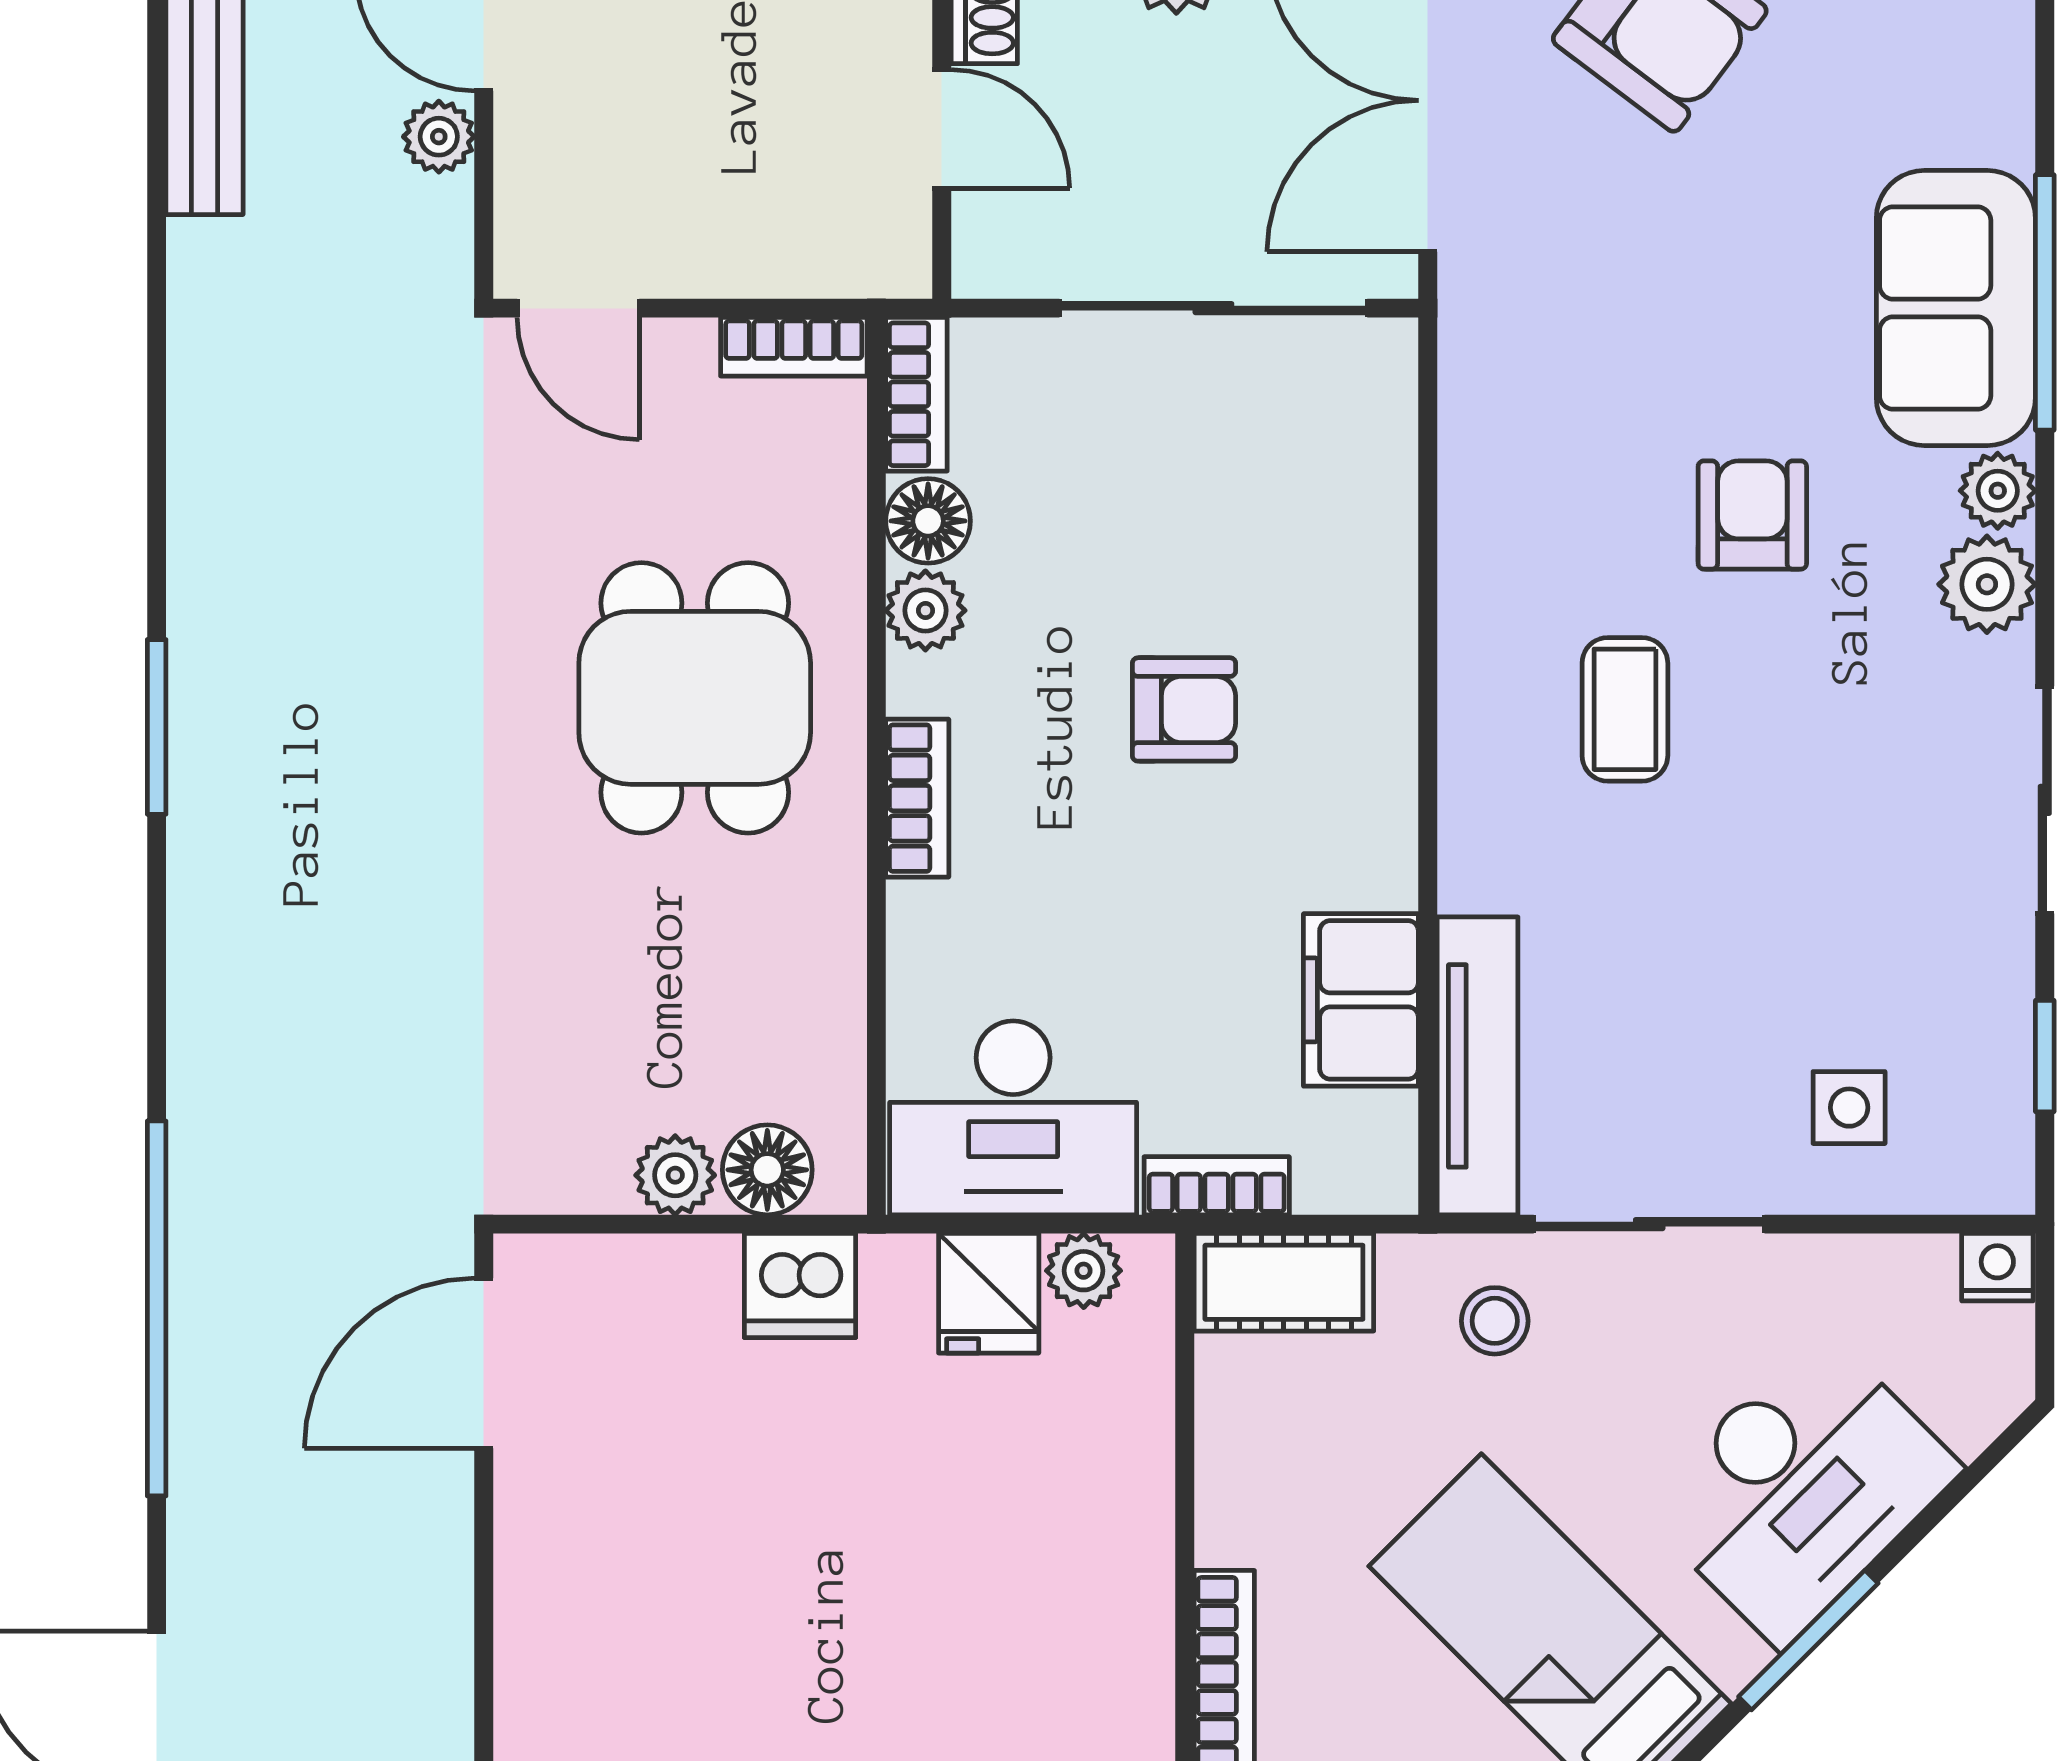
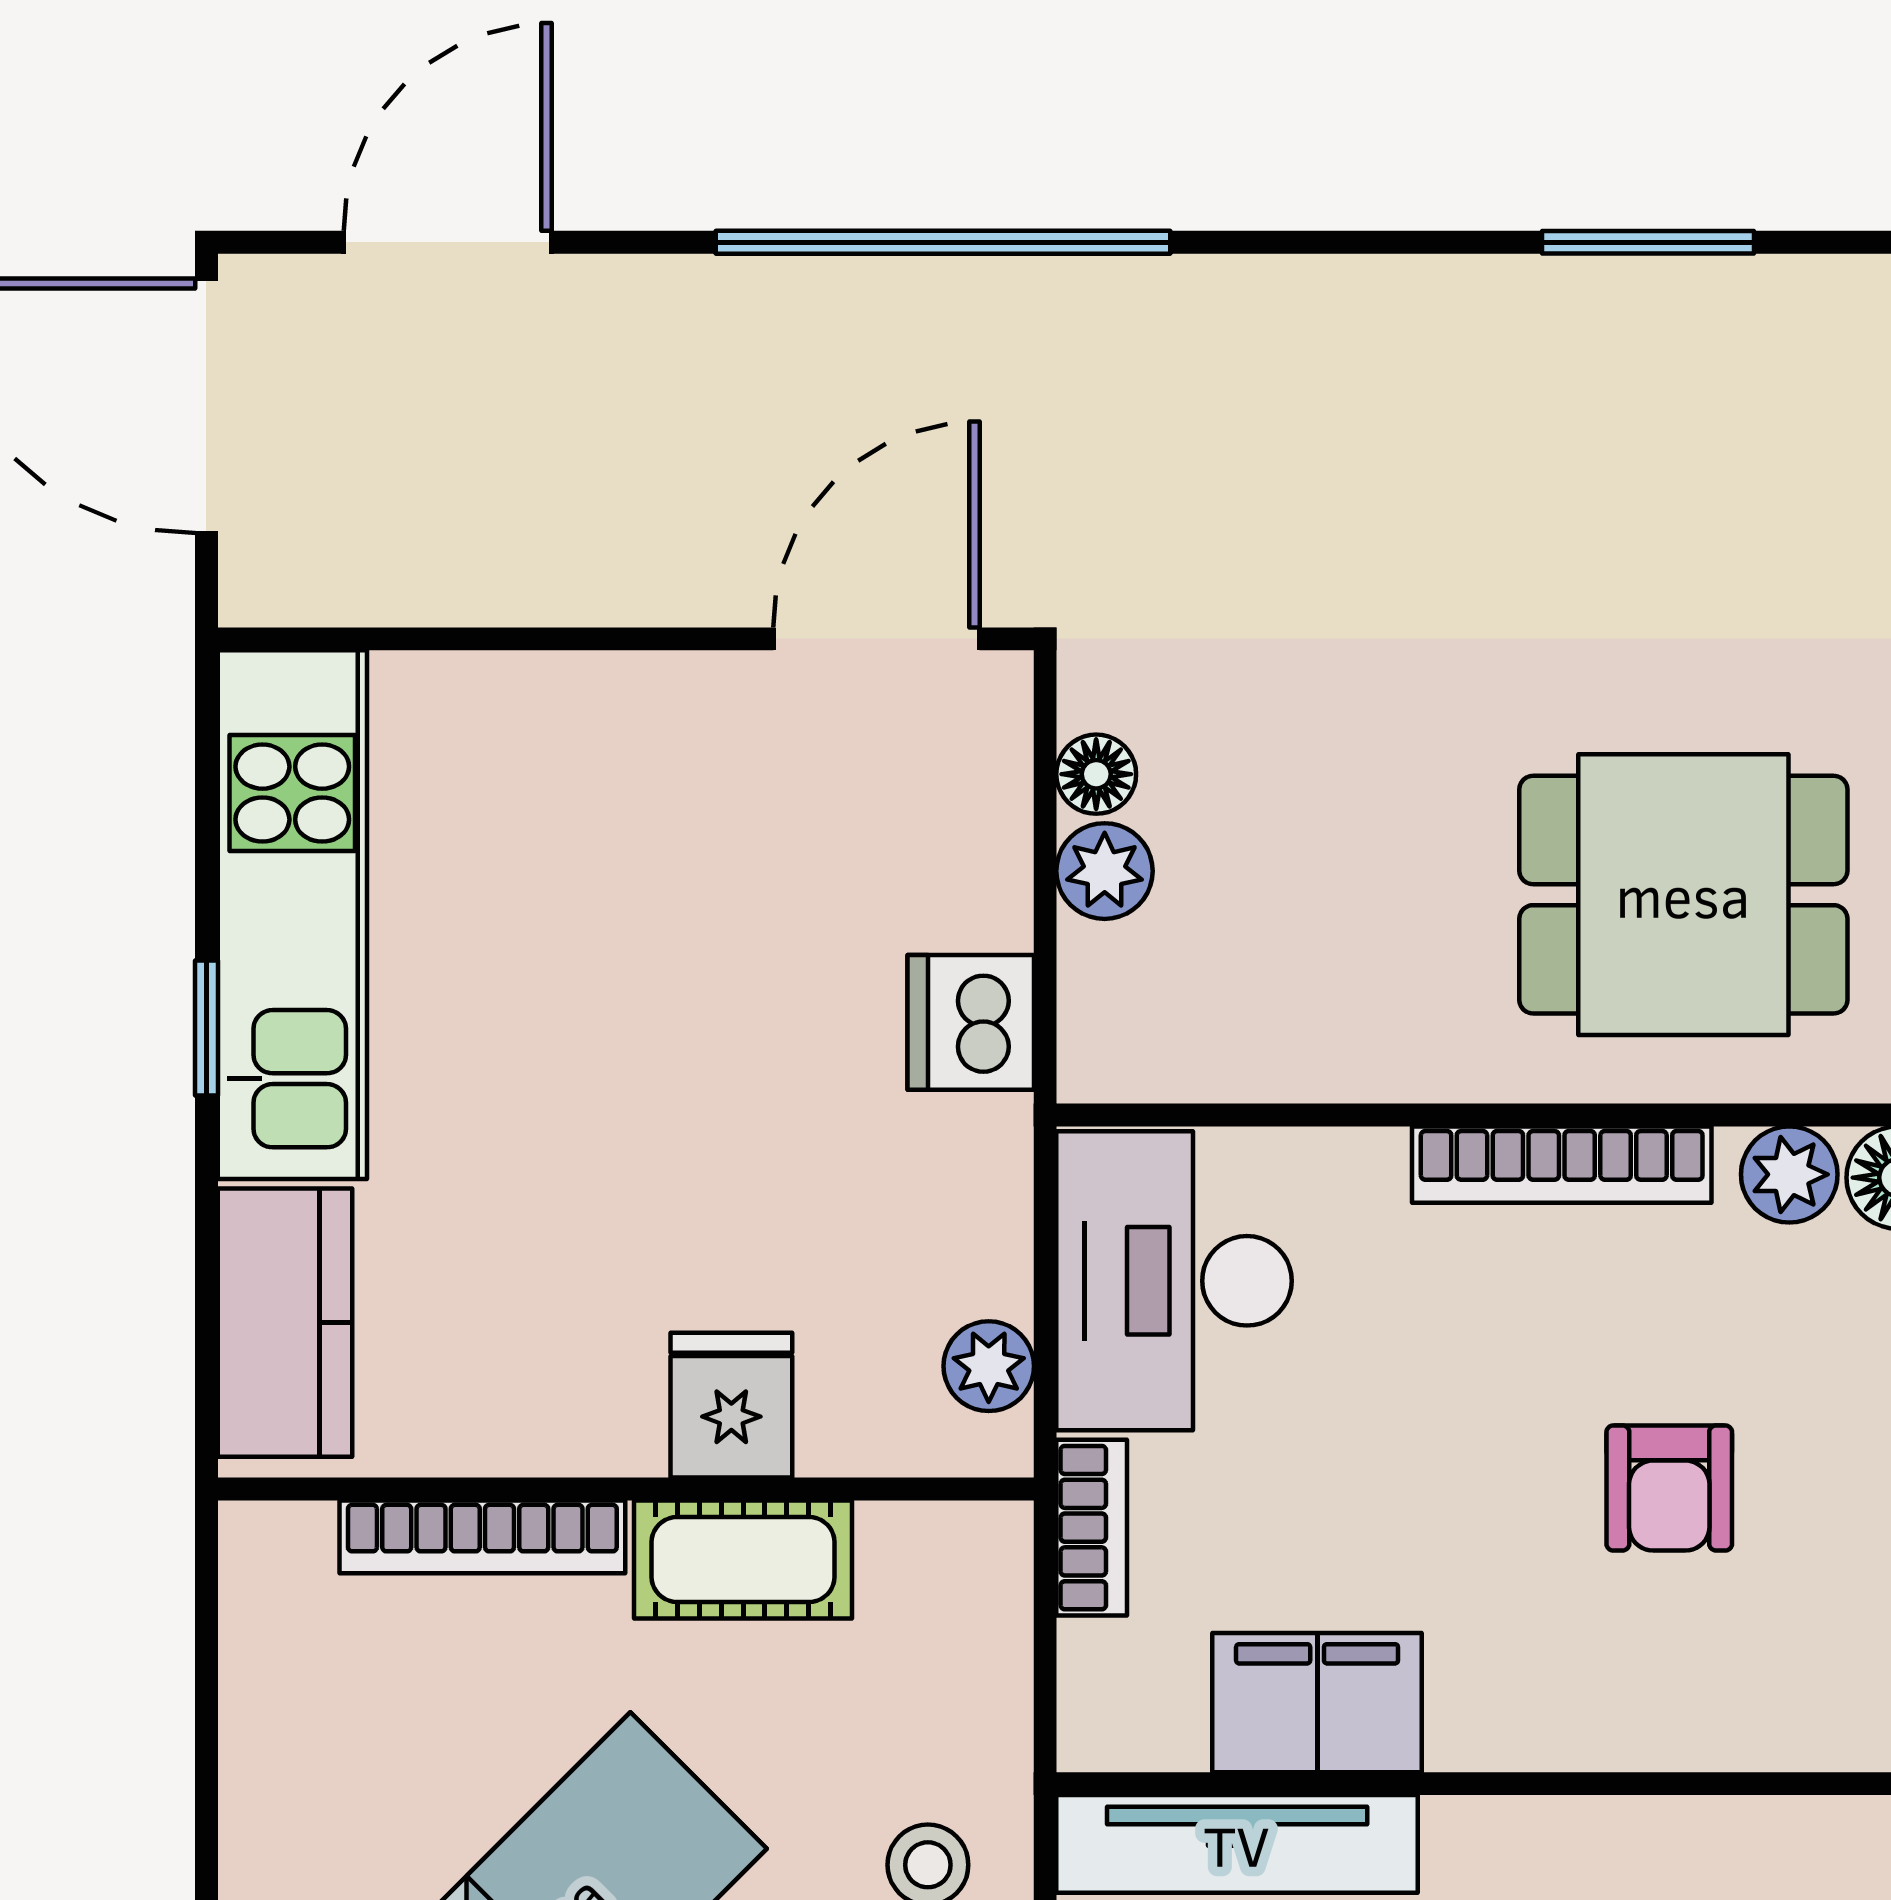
bookcase: (917, 798) -> (1562, 1165), width x1.56
floor lamp: (767, 1170) -> (1096, 774), moved, width x0.73, depth x0.73
cot: (1284, 1282) -> (743, 1559), moved, turned 90
fridge: (989, 1293) -> (731, 1405), moved, turned 90
door: (484, 1363) -> (876, 639), hinge flipped

